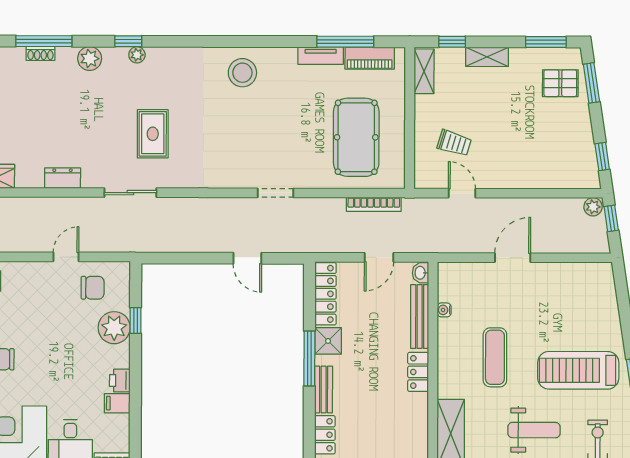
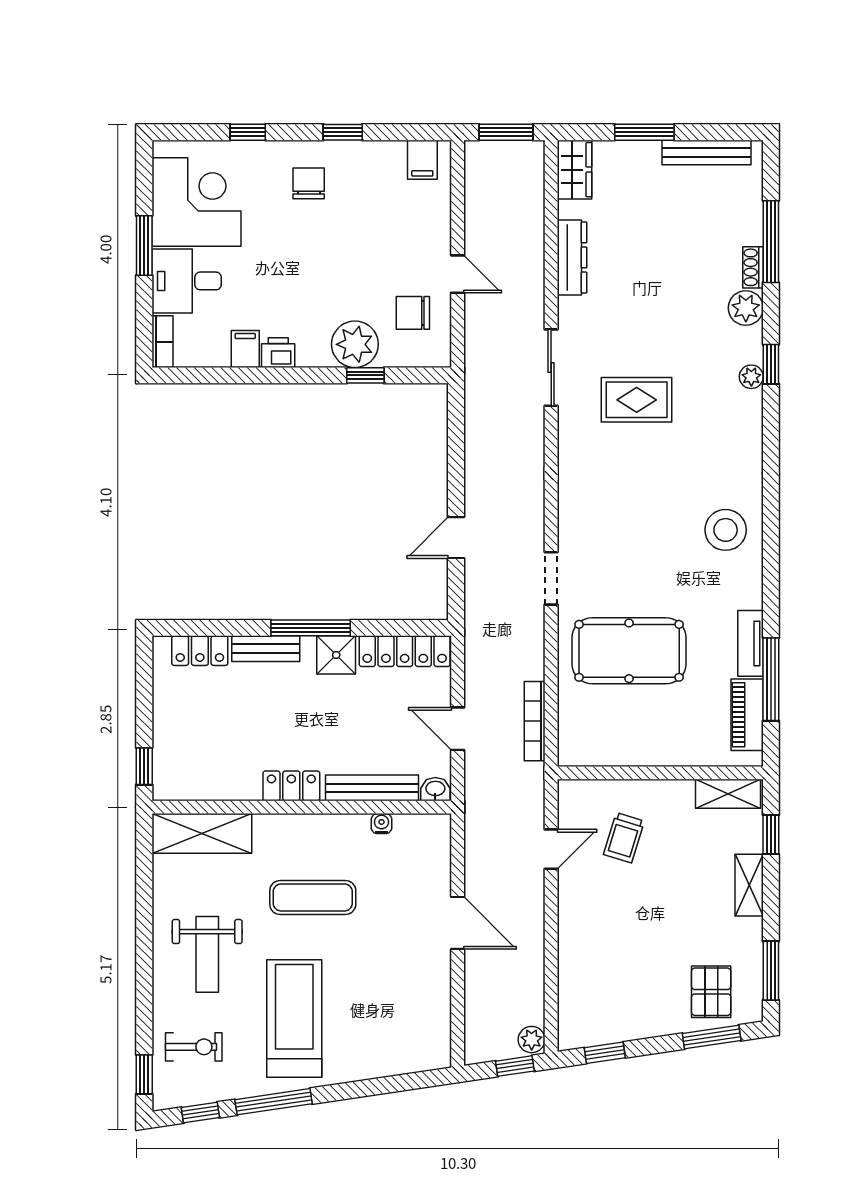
shoe rack: (40, 53) -> (753, 267), moved
pool table: (356, 137) -> (629, 651), moved
dresser: (63, 178) -> (572, 257), width x1.44
chair: (93, 288) -> (413, 313), turned 90

